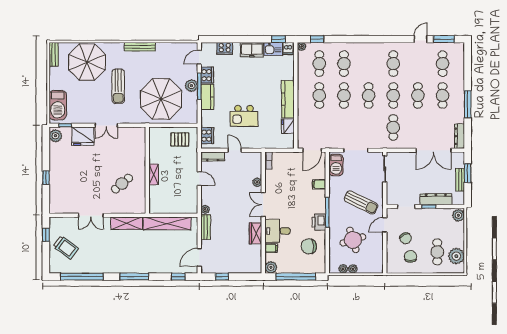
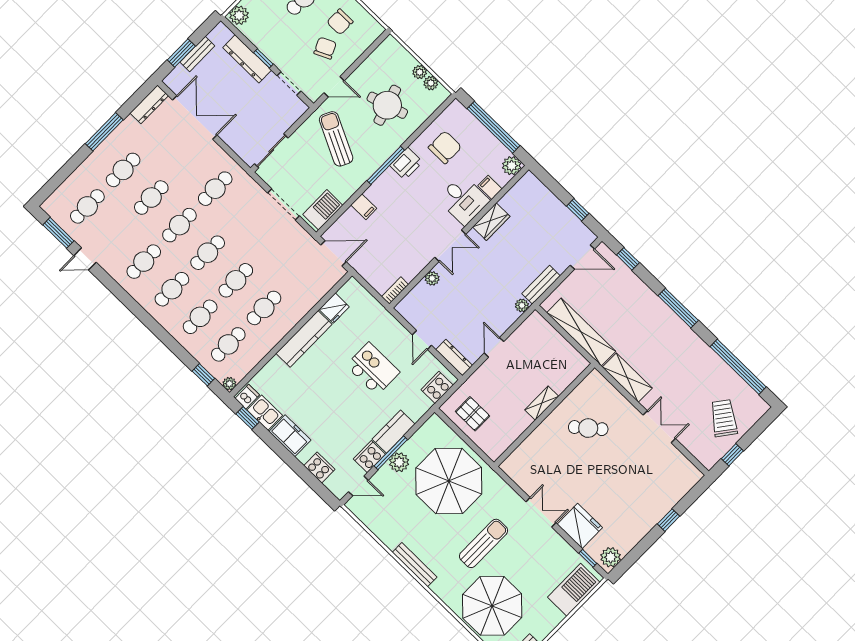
cafe table: (369, 64) -> (172, 289), added
chair: (309, 246) -> (445, 147), turned -88

